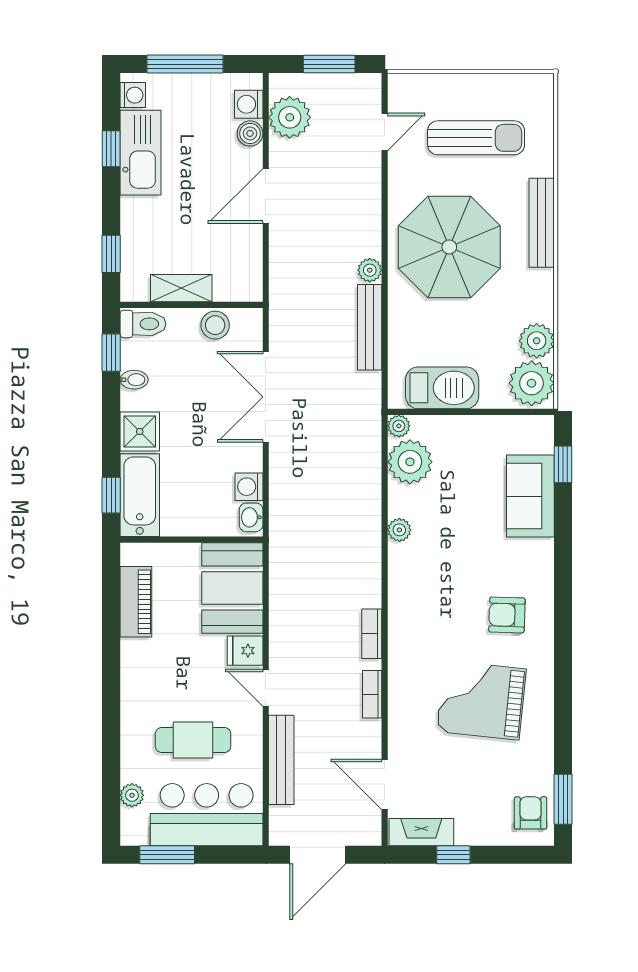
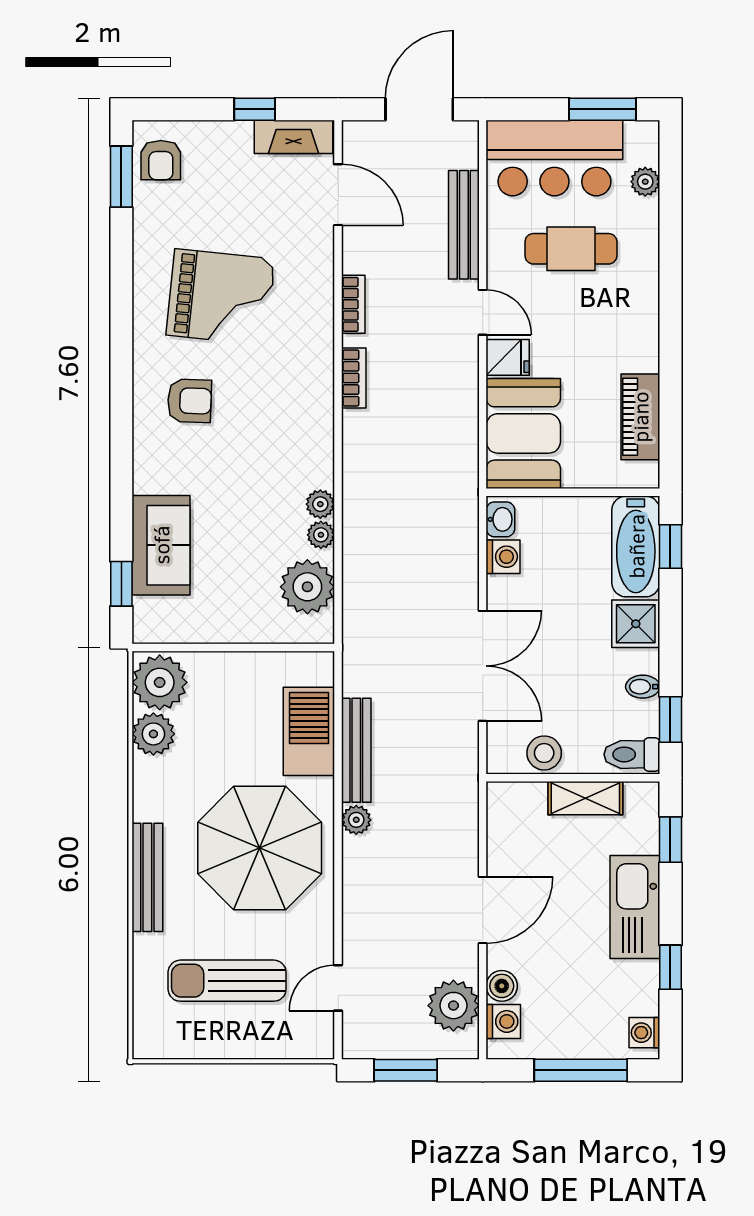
kitchen sink: (141, 153) -> (635, 907), moved
barbecue: (442, 388) -> (309, 731), moved, turned 90
plant: (399, 426) -> (321, 535), moved

